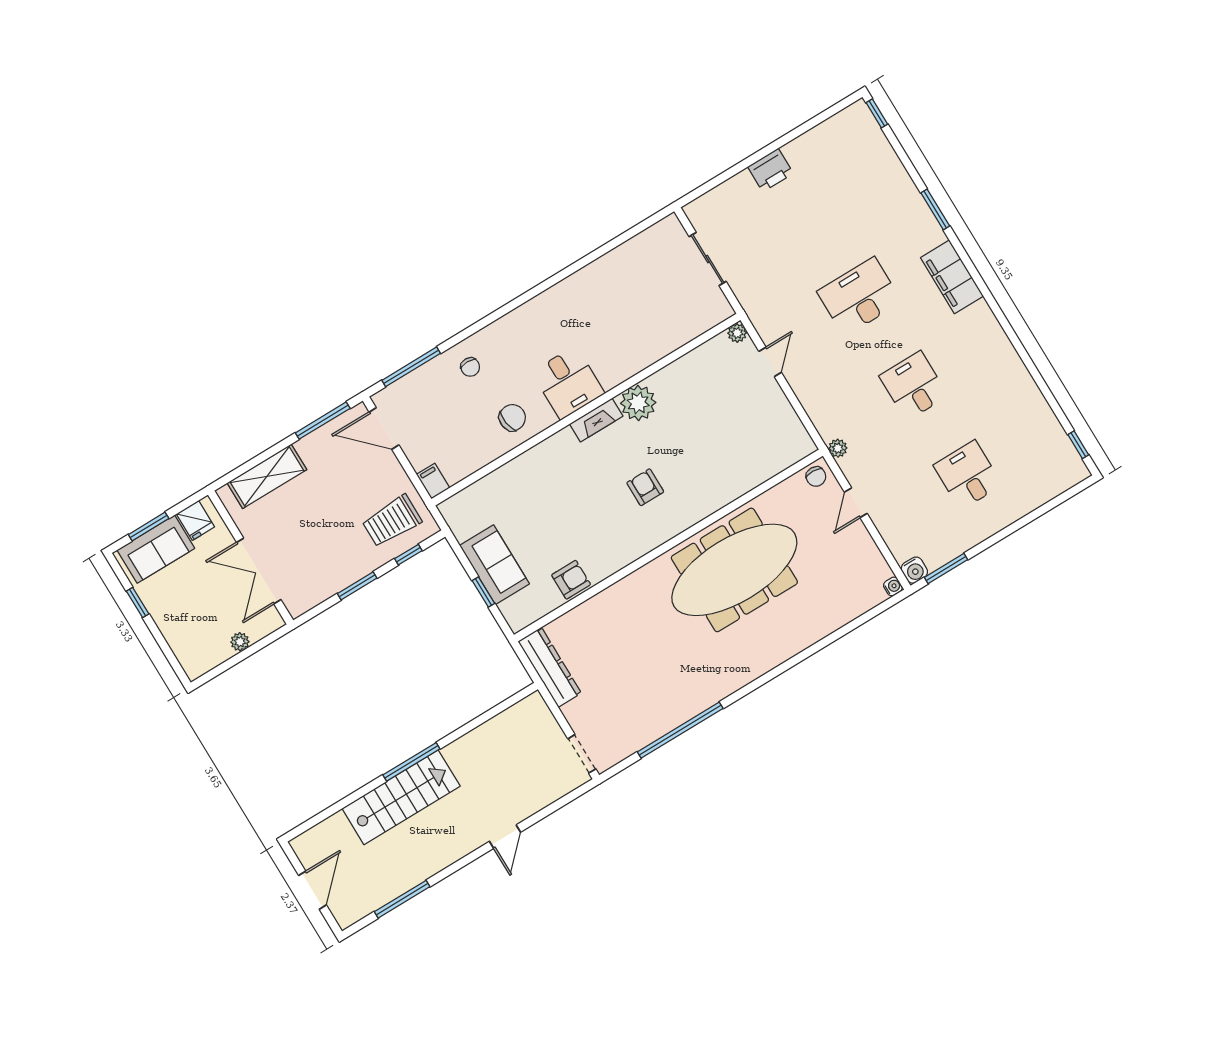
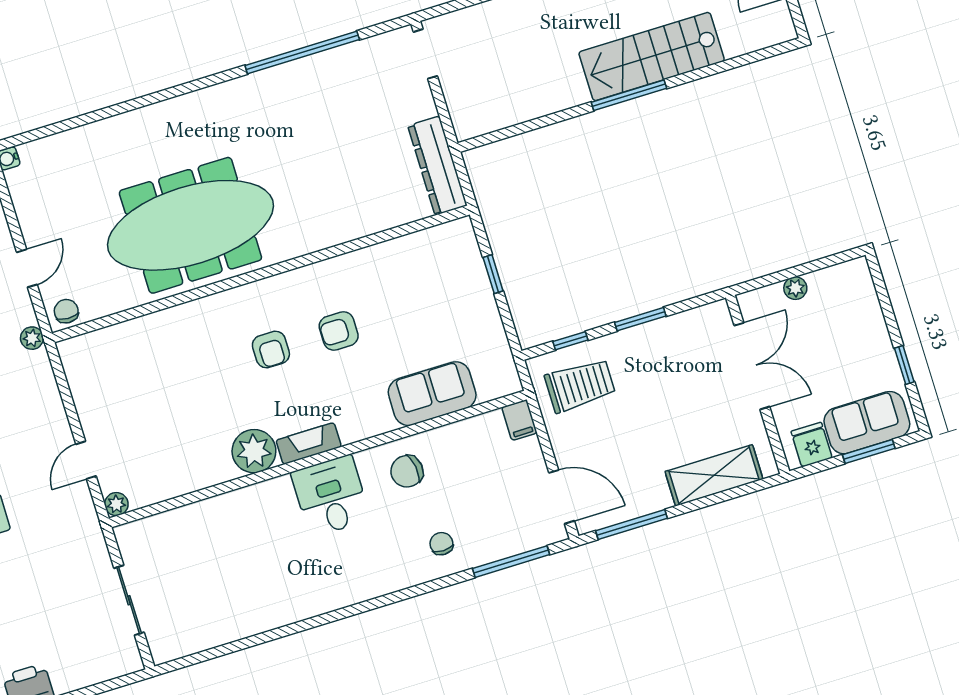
sofa: (494, 565) -> (432, 394), moved, turned 90
armchair: (571, 580) -> (339, 331), moved

